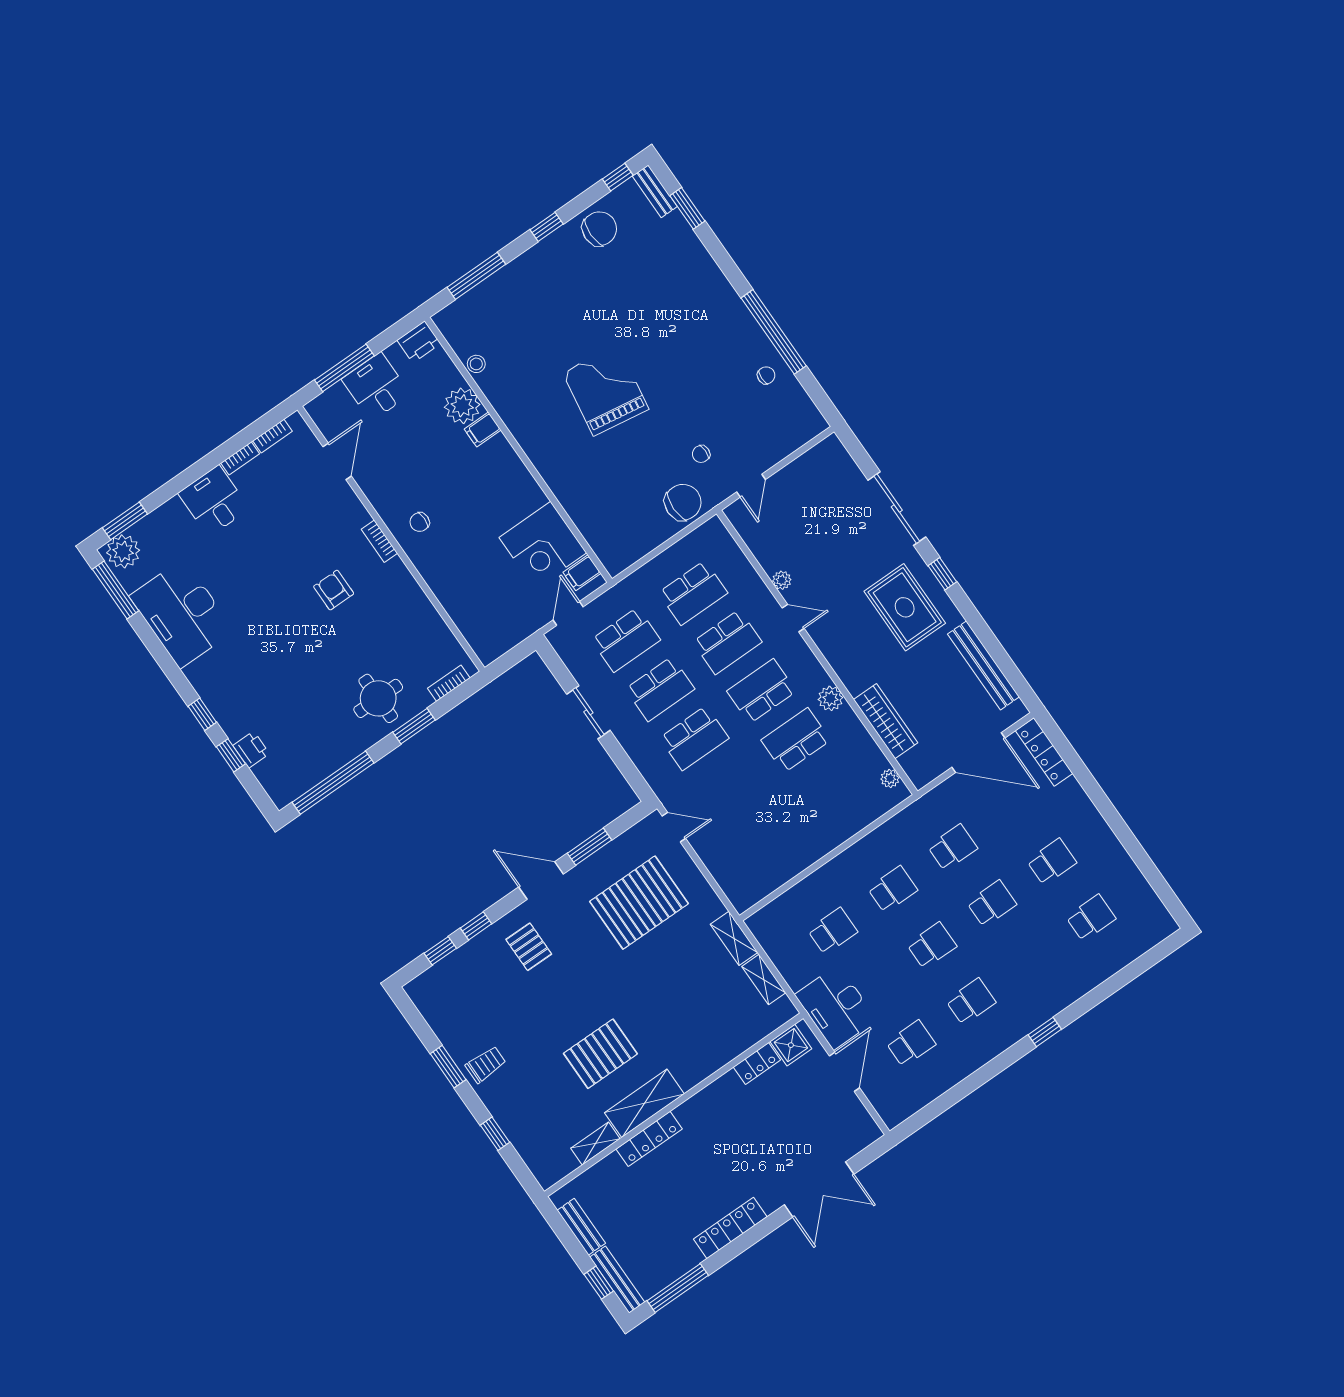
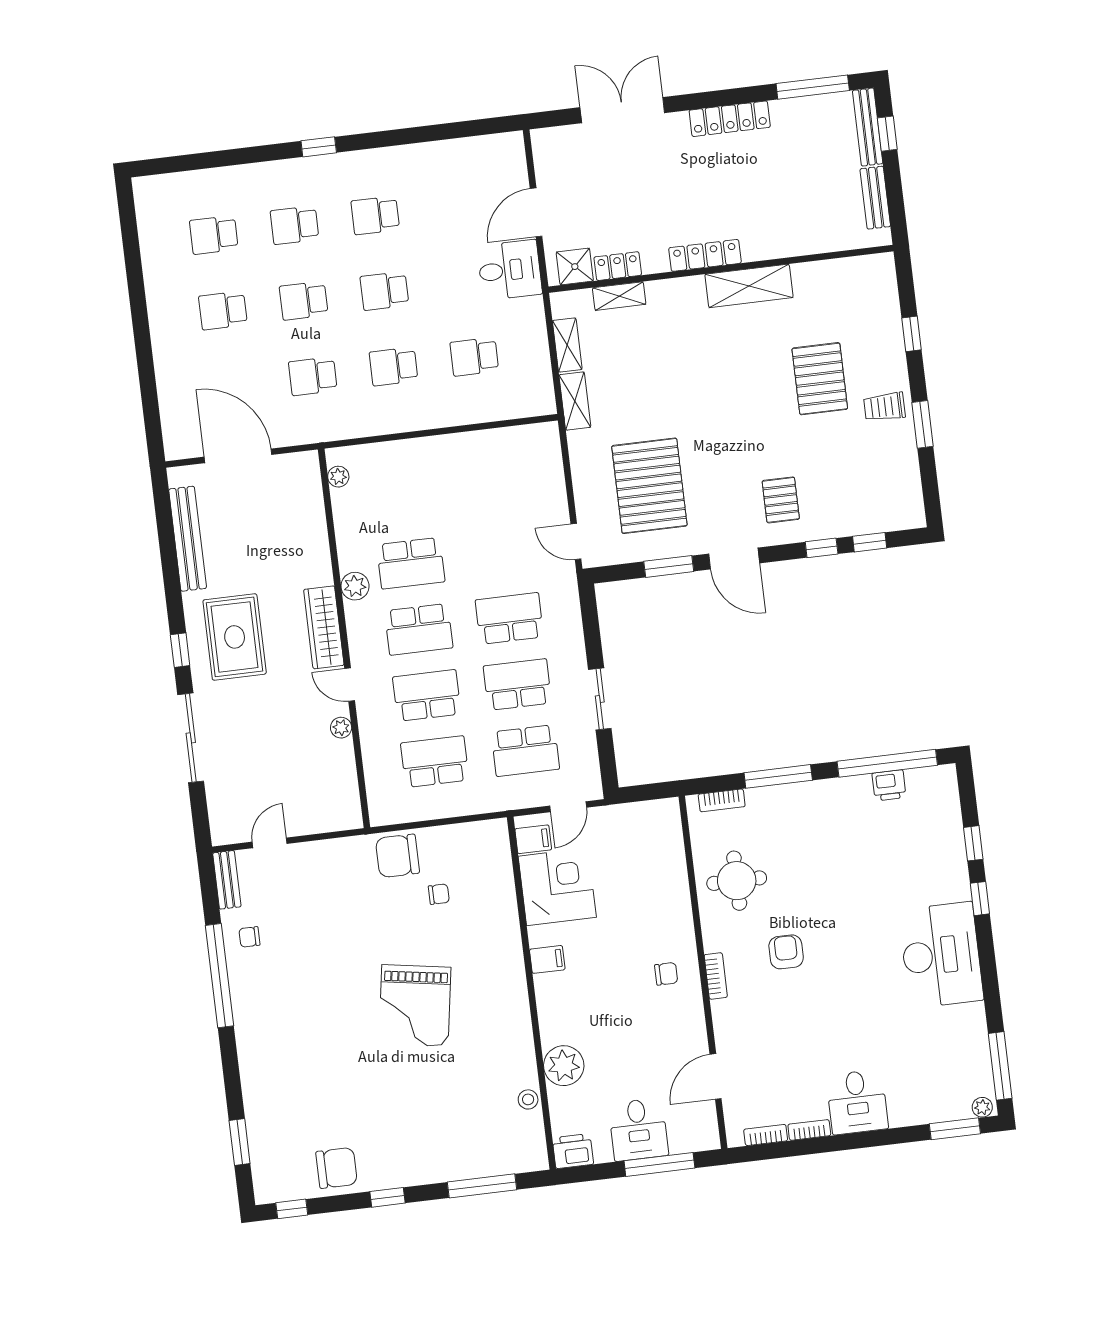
bench: (655, 191) -> (227, 880), moved
chair: (599, 229) -> (337, 1168), turned 180
filing cabinet: (483, 429) -> (547, 959), moved
chair: (701, 454) -> (439, 894), moved
door: (751, 486) -> (270, 843), moved
plant: (123, 551) -> (982, 1107), width x0.53, depth x0.53
armchair: (334, 590) -> (786, 952), turned 180
desk: (182, 614) -> (941, 955), moved
school desk: (626, 640) -> (525, 751), turned 180
round table: (378, 698) -> (737, 881), moved
wardrobe: (886, 721) -> (324, 627), moved
window: (414, 726) -> (778, 776), width x1.44
printer: (251, 750) -> (889, 785), moved, turned -90
locker: (1044, 752) -> (173, 422), removed
pallet: (639, 903) -> (649, 486), turned 90
desk: (836, 1007) -> (510, 270), width x0.73
school desk: (911, 1043) -> (295, 225), moved
pallet: (600, 1054) -> (820, 379), moved, turned 90
locker: (649, 1139) -> (705, 255), moved
shelving: (595, 1143) -> (619, 296), moved

